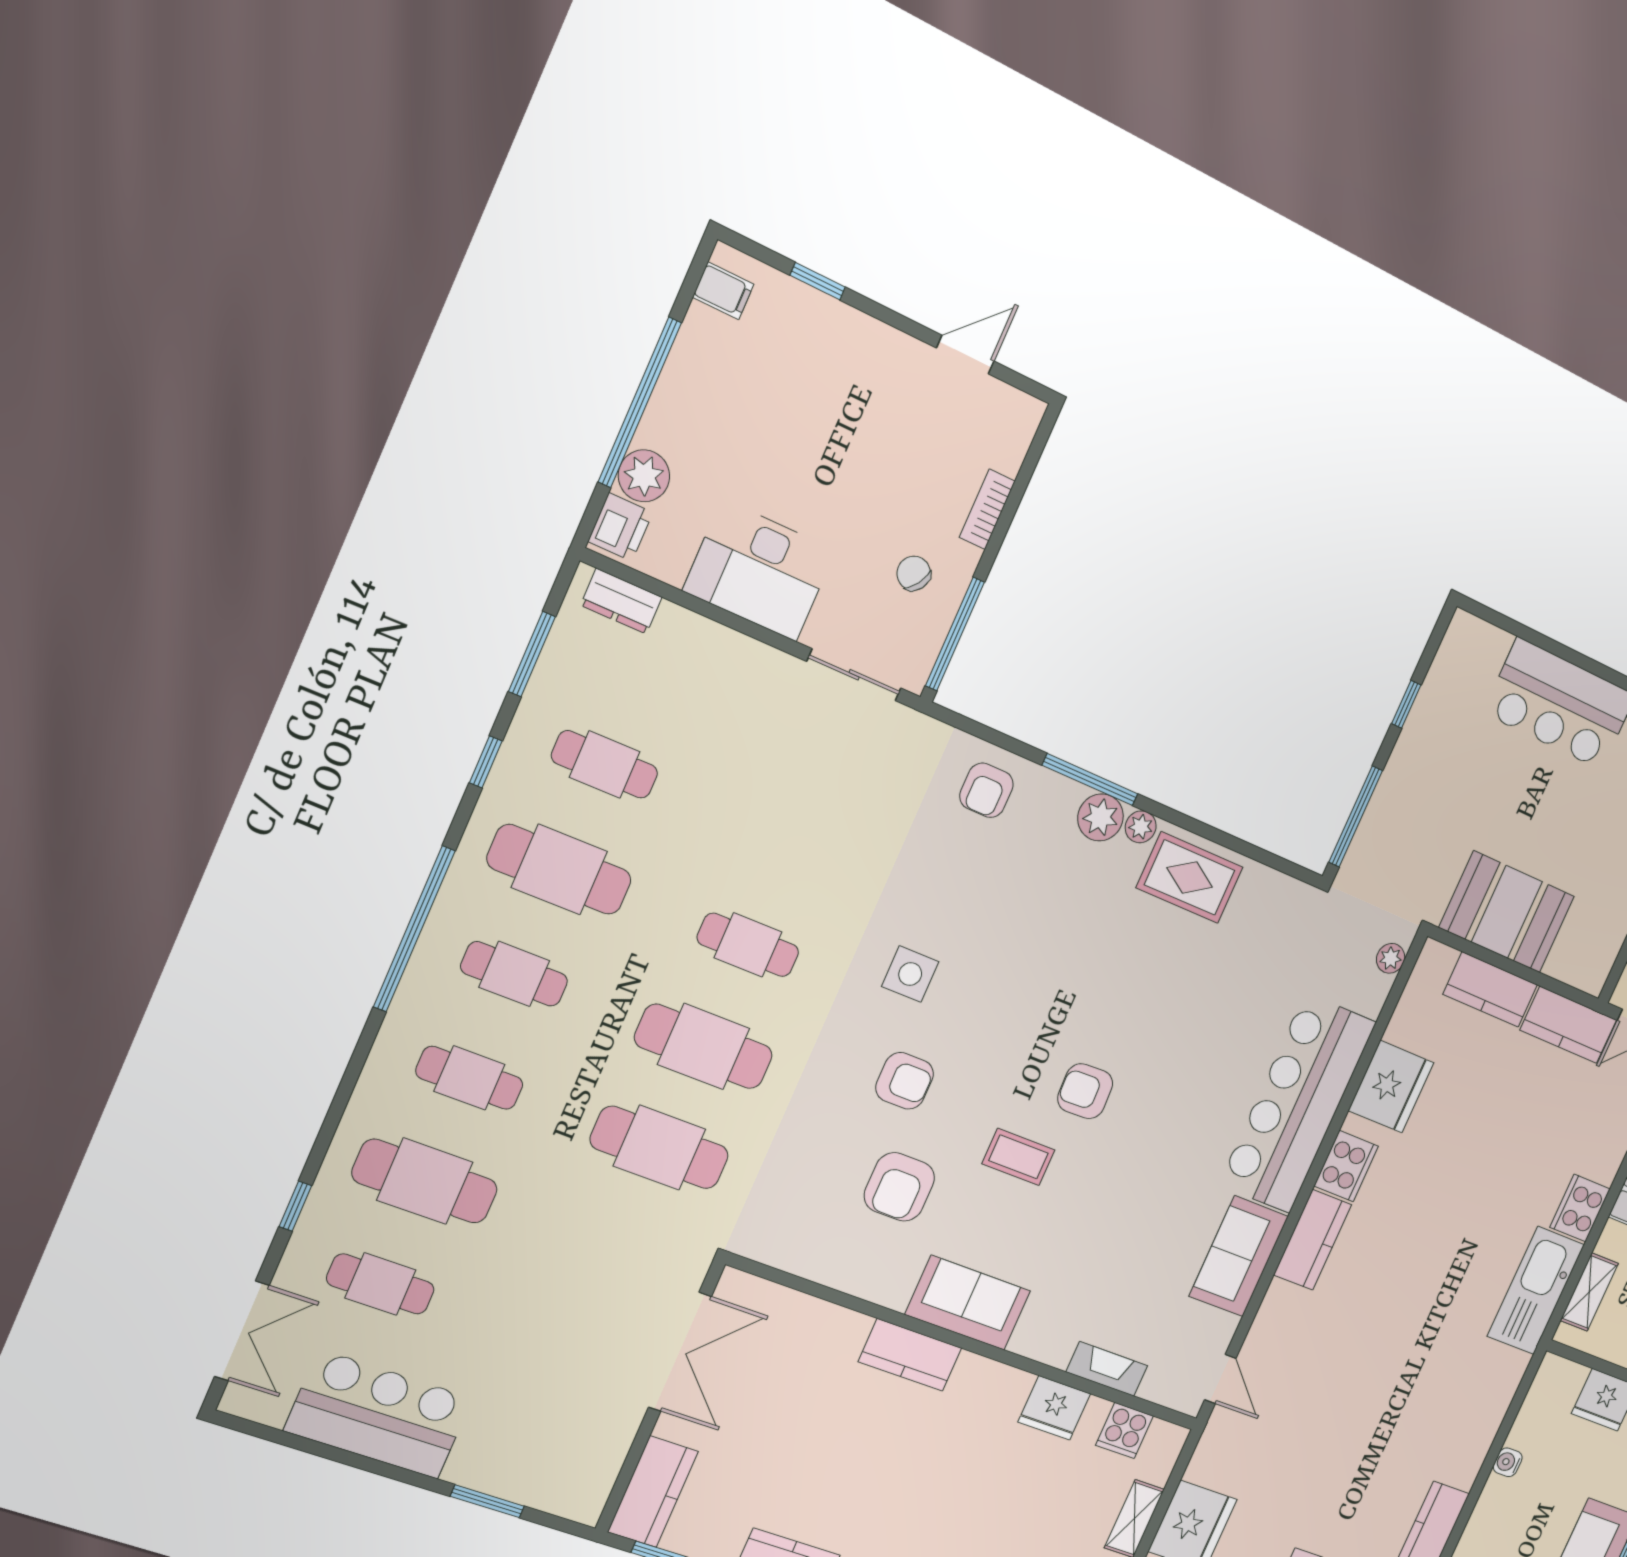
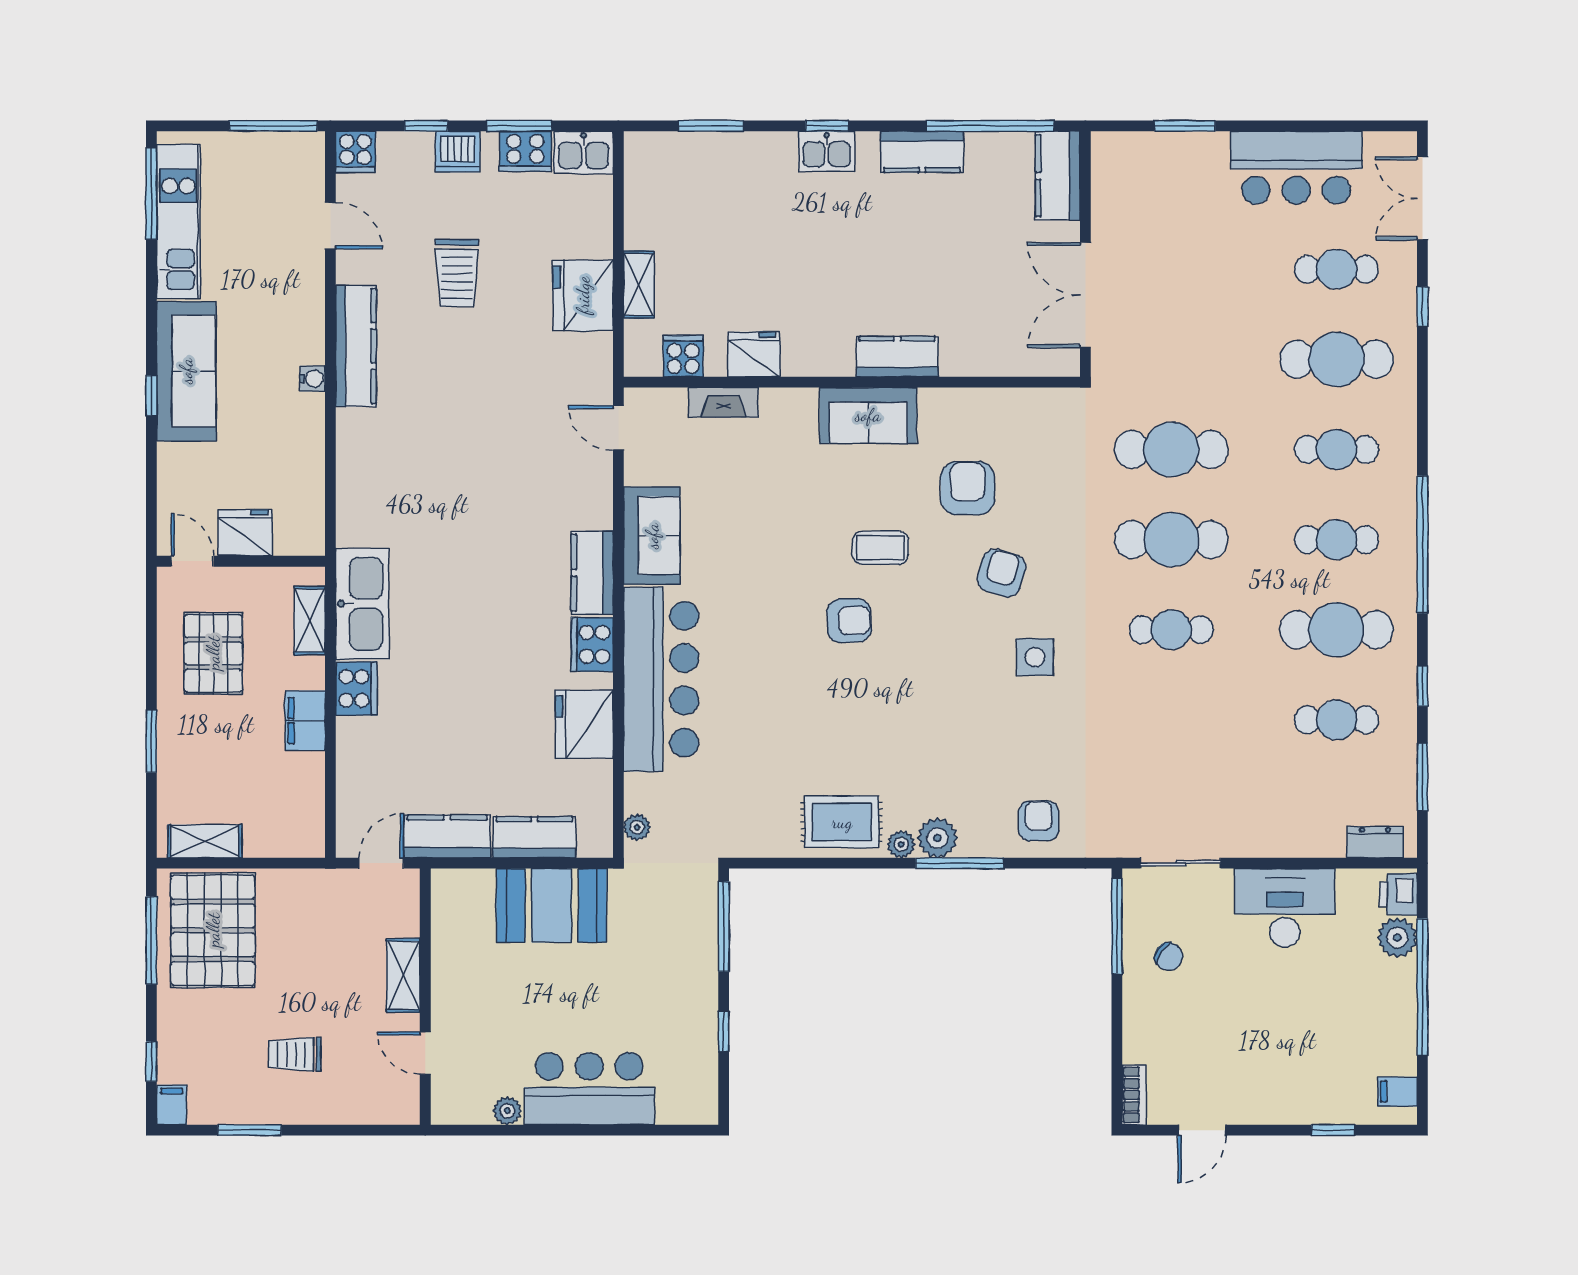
bookcase: (987, 509) -> (1134, 1095), moved
armchair: (905, 1081) -> (1001, 573), turned 107
water cooler: (1508, 1462) -> (312, 379), moved

